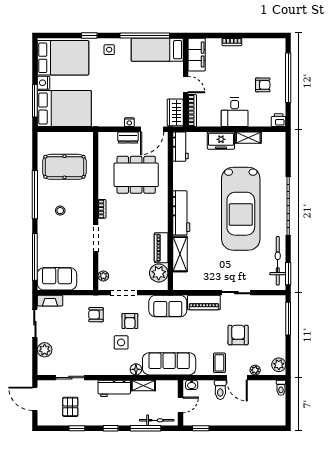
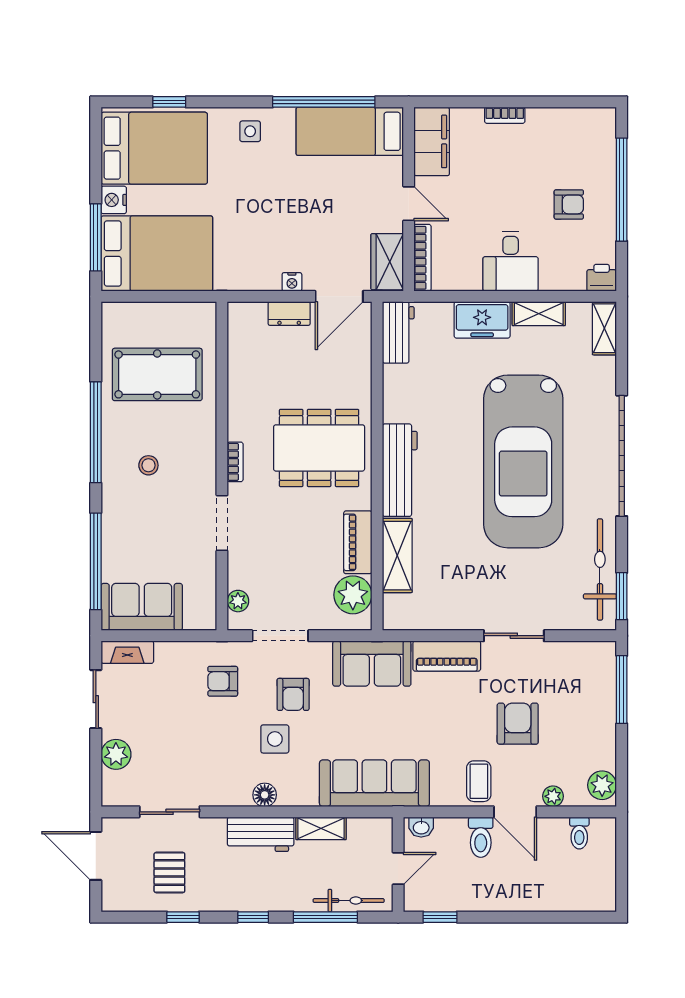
window: (89, 35) -> (169, 102), moved
shelving: (280, 145) -> (604, 328), added
dining table: (136, 175) -> (319, 448), moved
floor lamp: (136, 369) -> (265, 795), moved
toilet: (281, 388) -> (579, 833), moved

